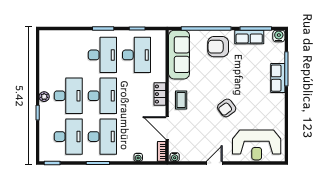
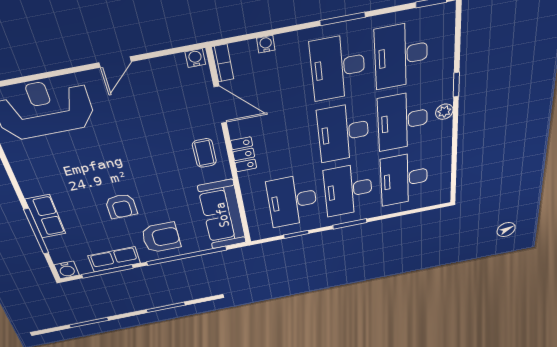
desk: (68, 55) -> (404, 179), added
armchair: (227, 108) -> (121, 206), moved, turned 127

